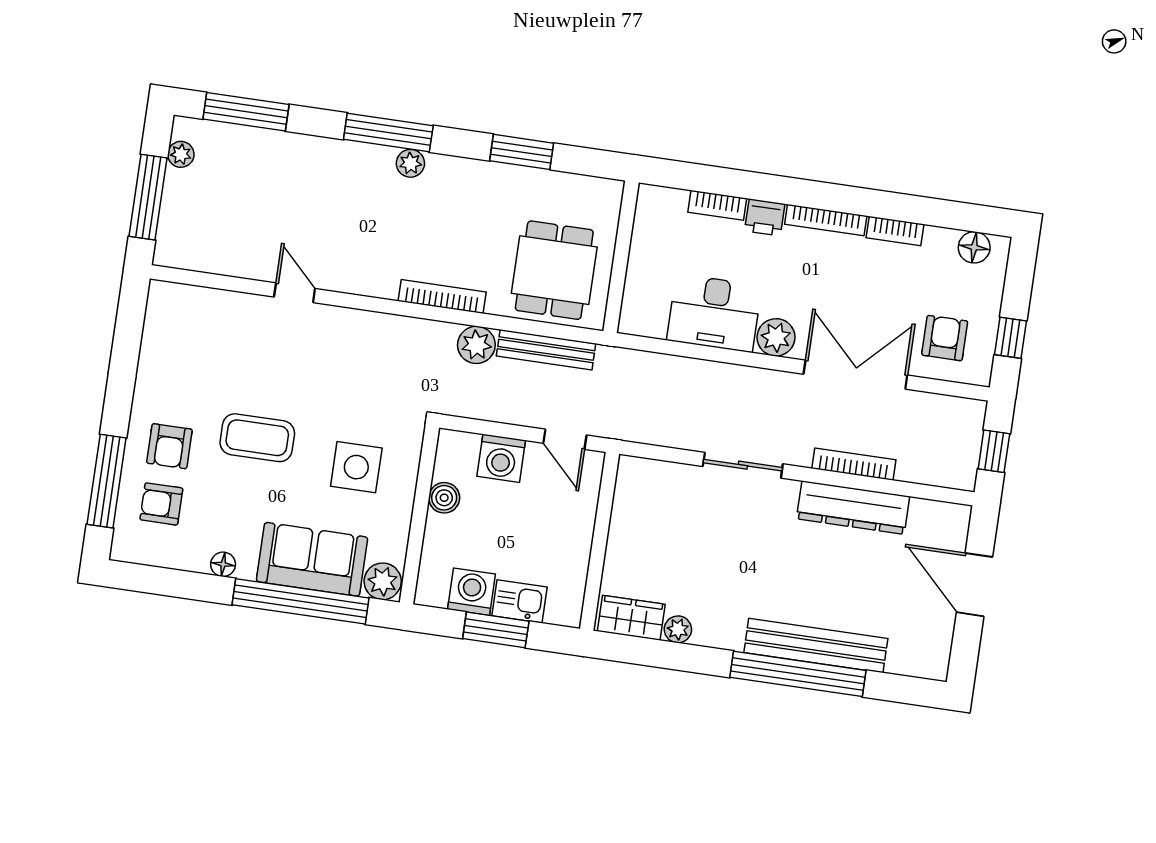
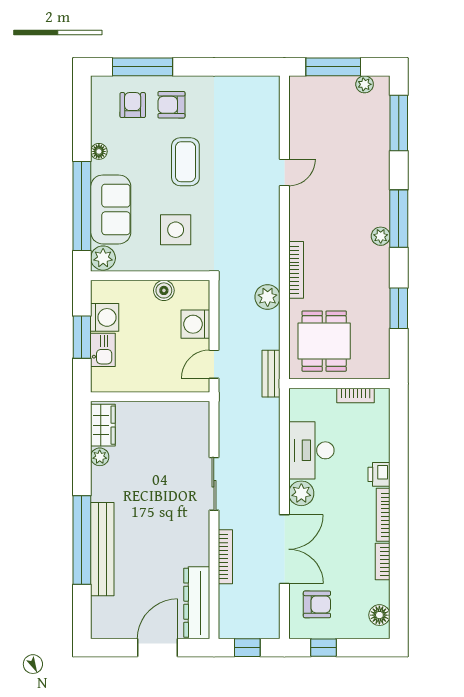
bookcase: (717, 205) -> (356, 395), moved, turned -90
dining table: (554, 270) -> (324, 341), turned 90
bench: (546, 350) -> (271, 374), moved, width x0.73
dresser: (853, 508) -> (197, 603), moved

